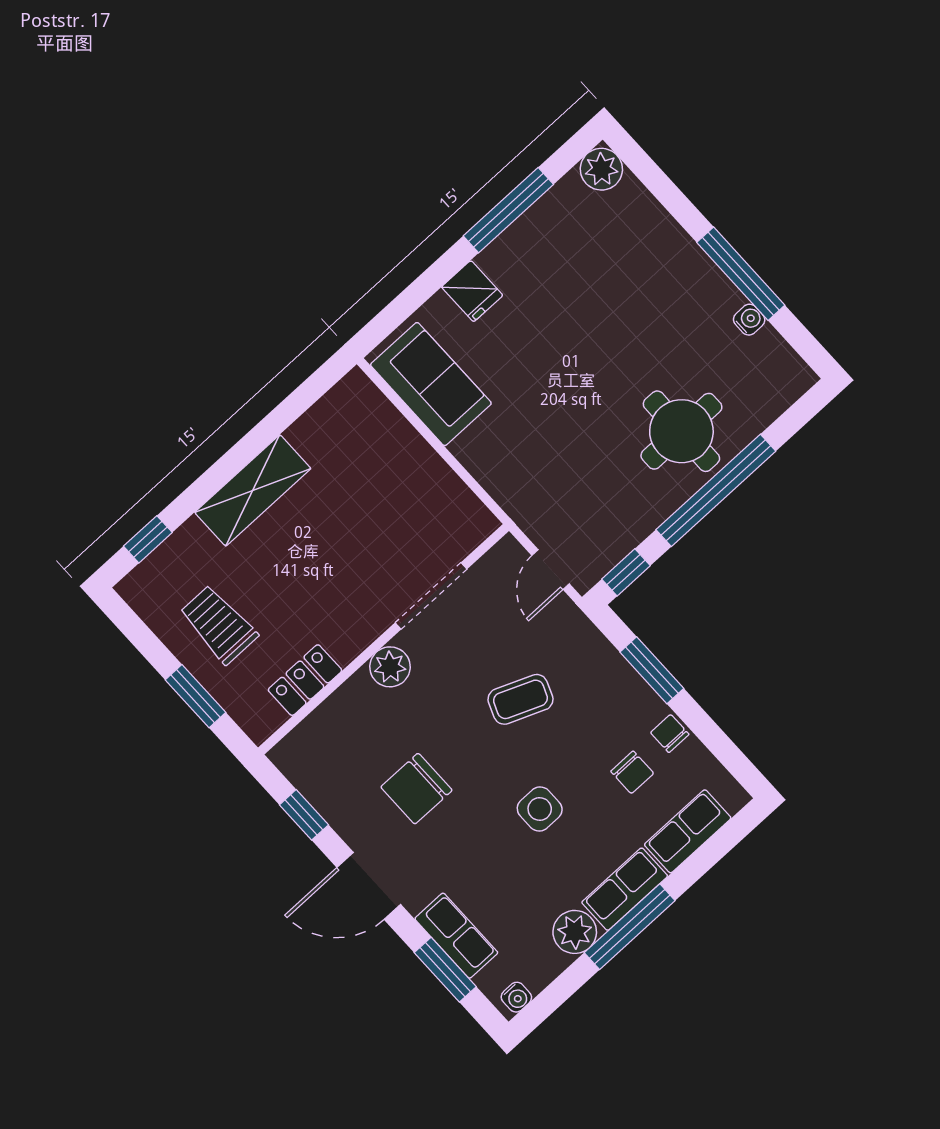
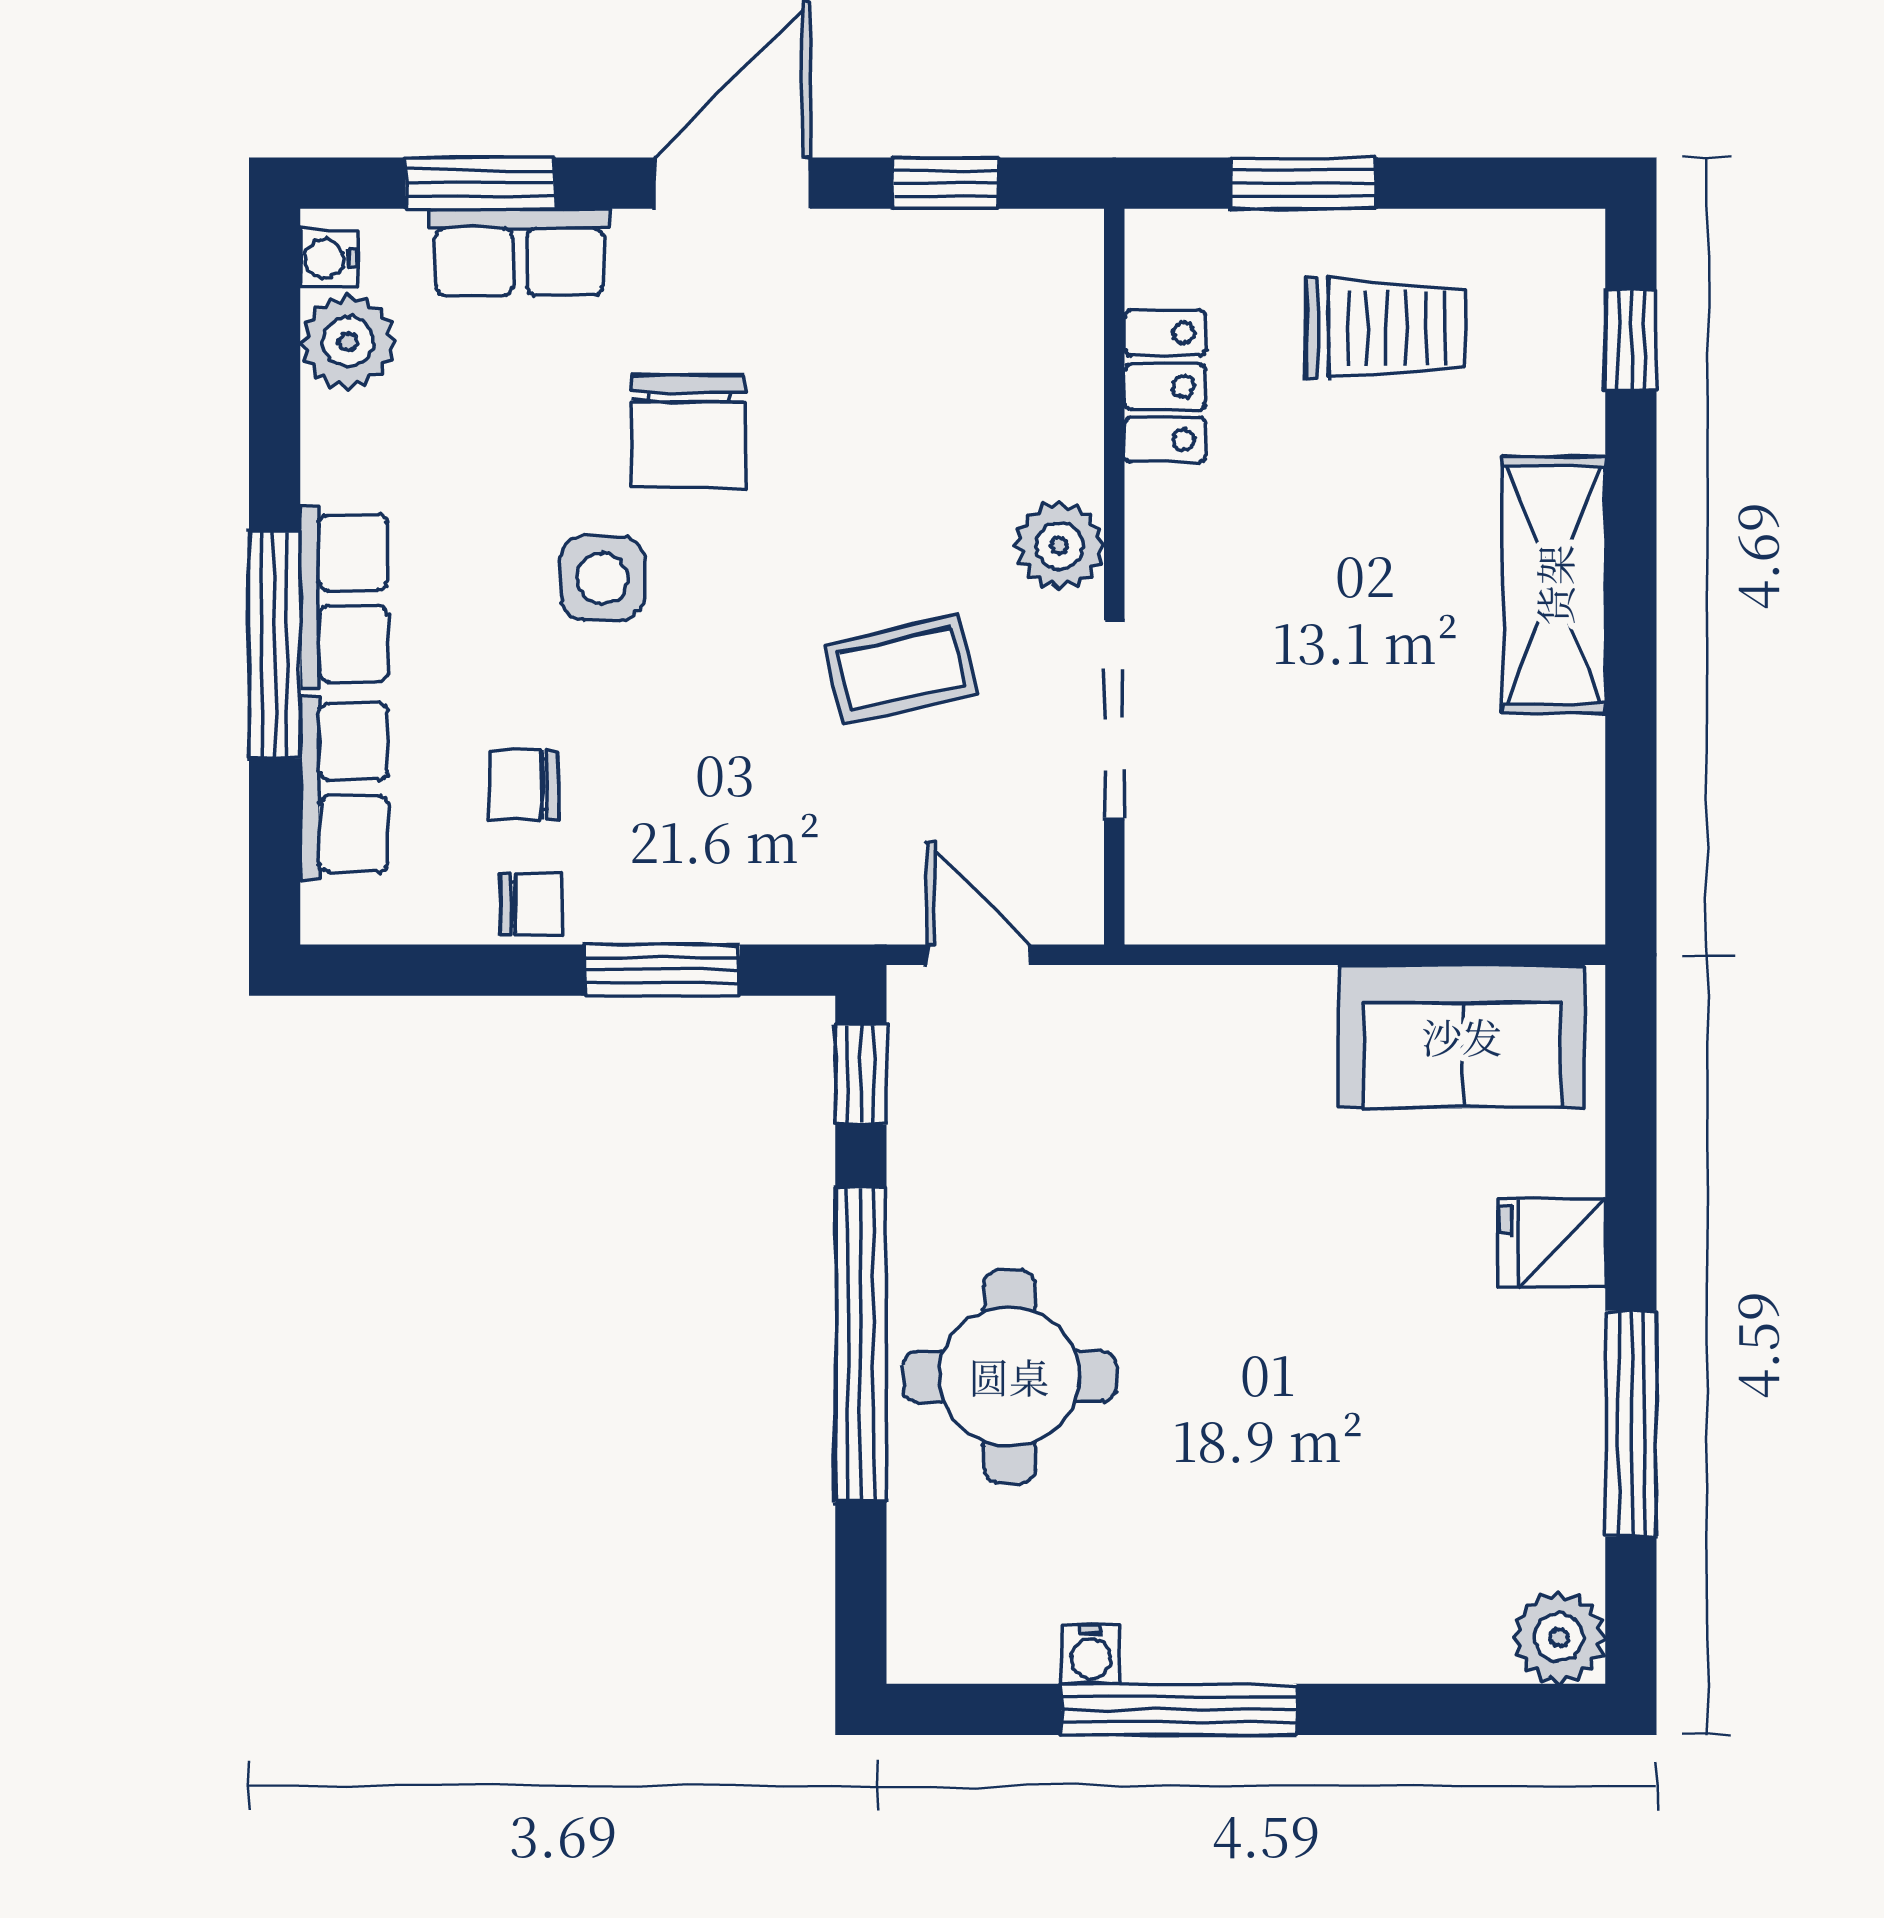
coffee table: (521, 699) -> (902, 669), moved, turned 55
chair: (416, 789) -> (688, 431), moved, turned 180
window: (630, 927) -> (275, 644), moved
plant: (575, 932) -> (348, 342), moved

